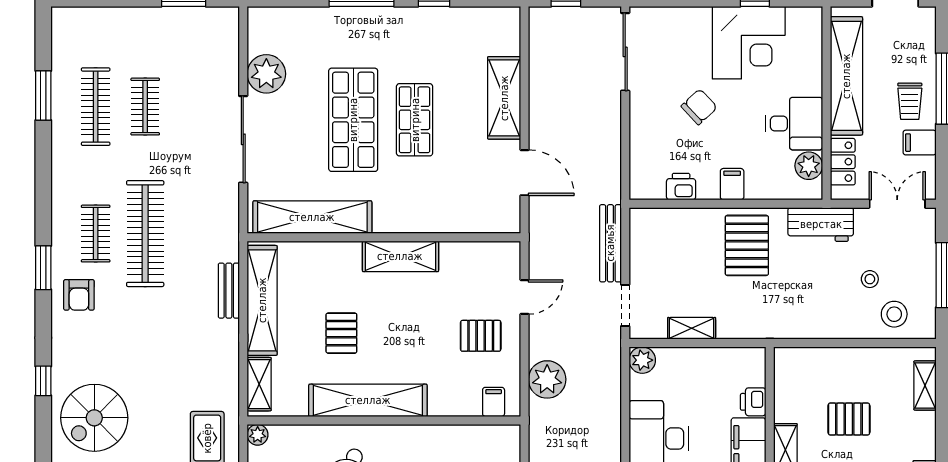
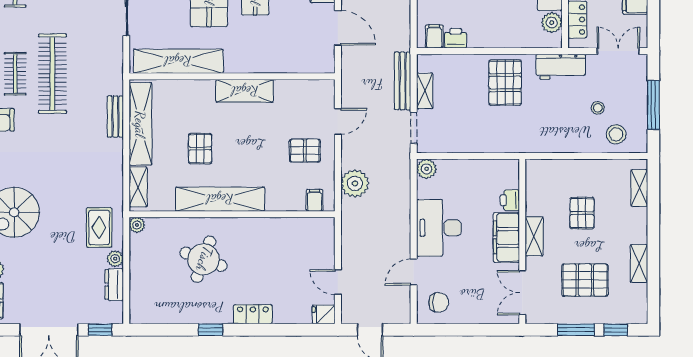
filing cabinet: (732, 184) -> (434, 36), moved
shelving: (692, 328) -> (425, 91), moved, turned 90
pallet: (849, 419) -> (582, 213), turned 90

